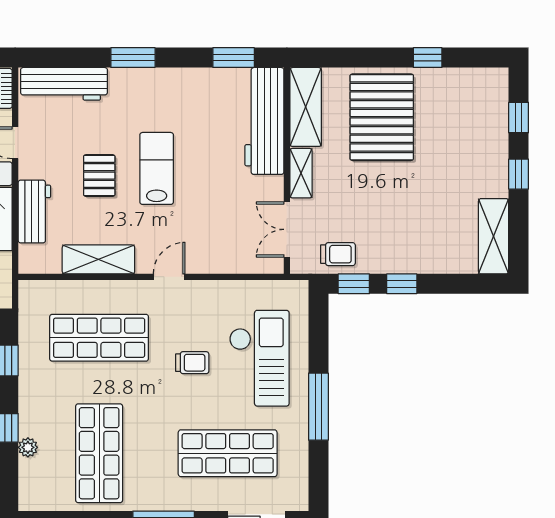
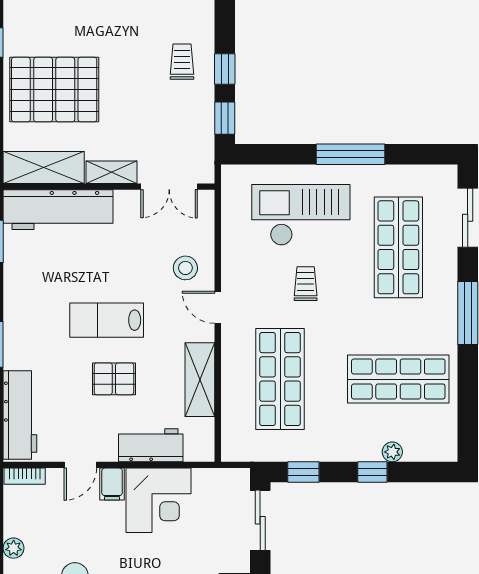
stool: (208, 245) -> (185, 268), added
trolley: (338, 254) -> (182, 62), moved

